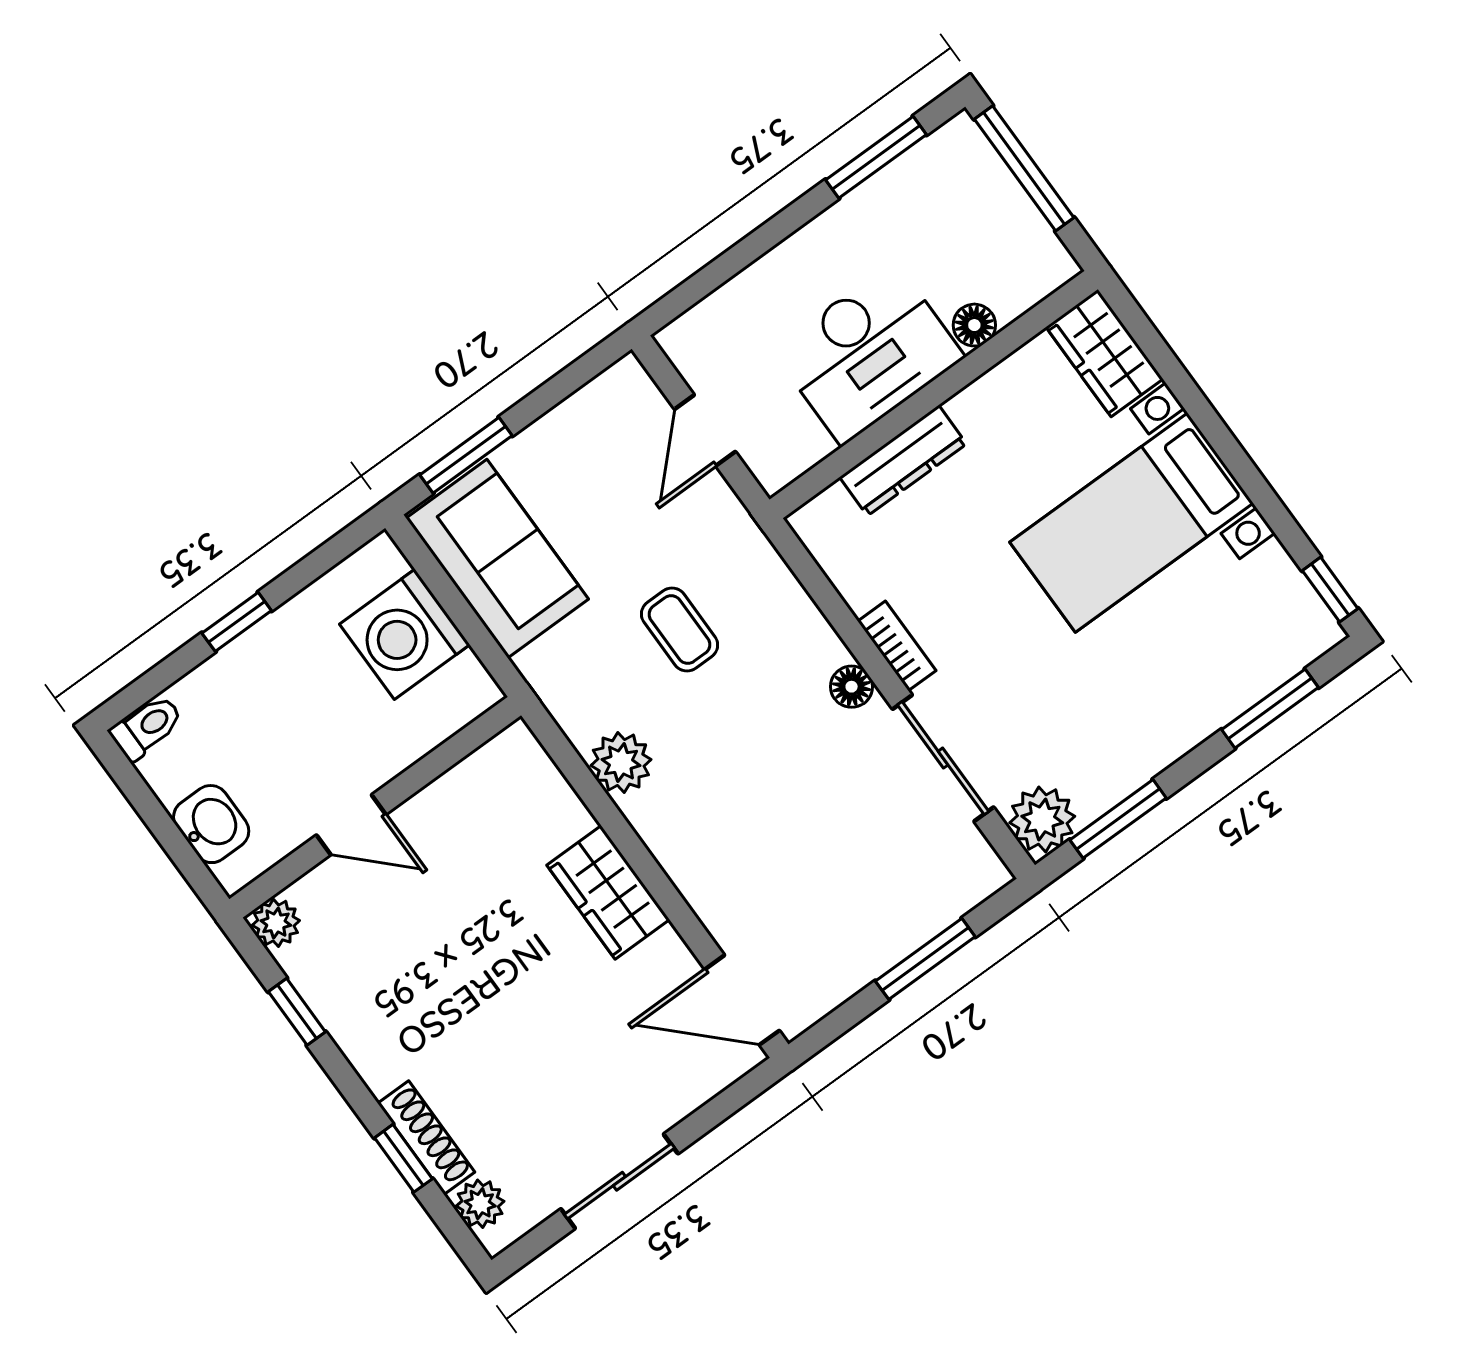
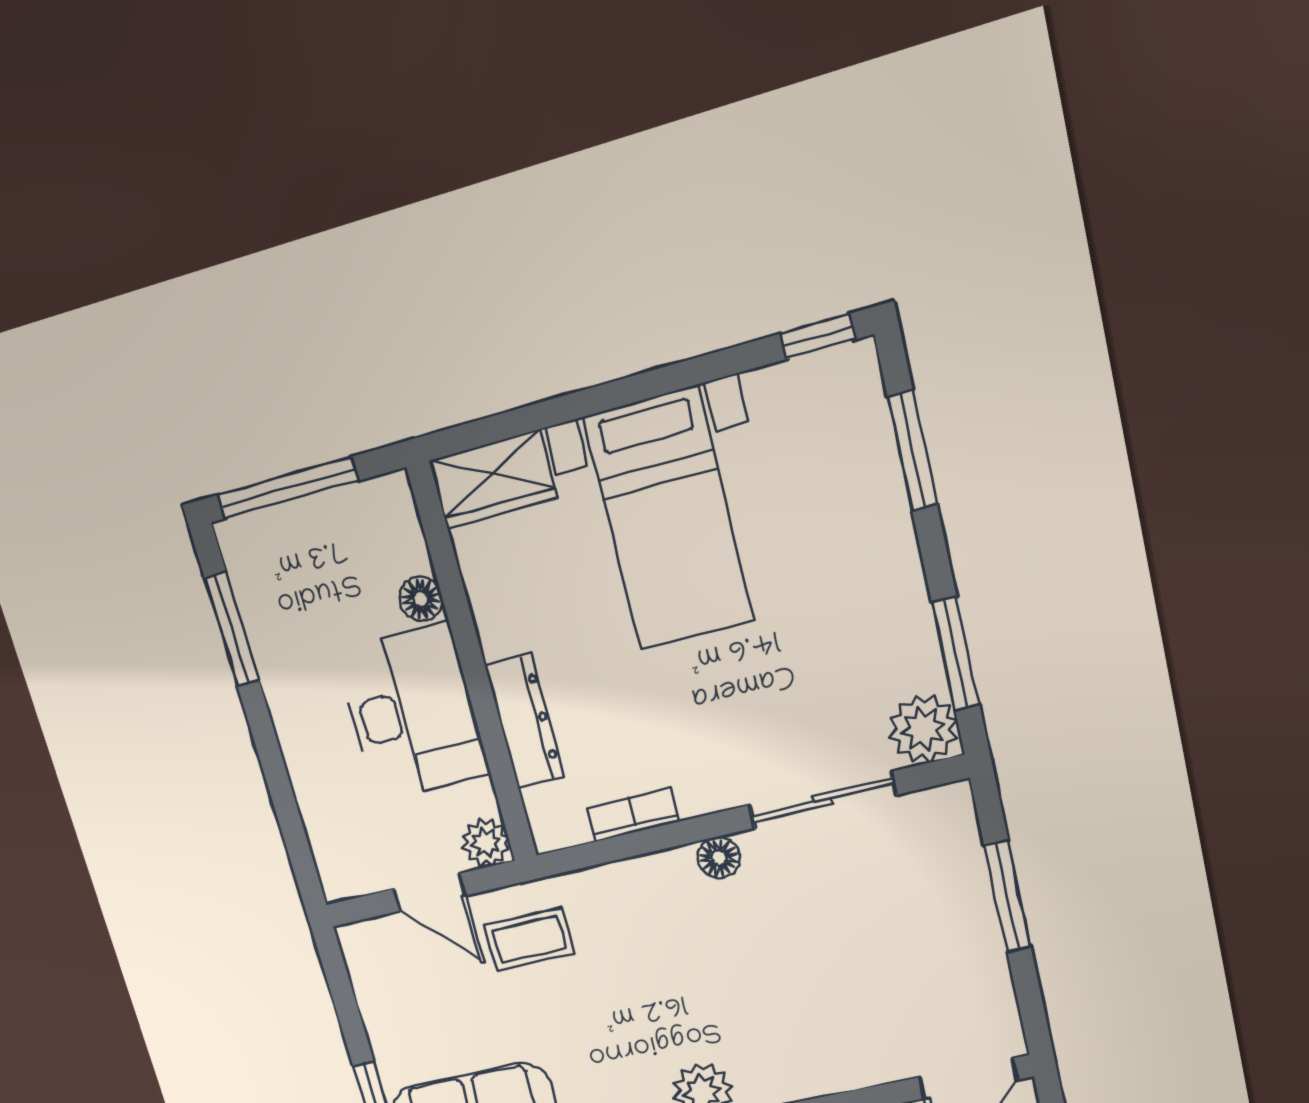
plant: (775, 466) -> (486, 843), added
coffee table: (679, 630) -> (529, 939), moved
bookcase: (897, 646) -> (633, 815), moved

